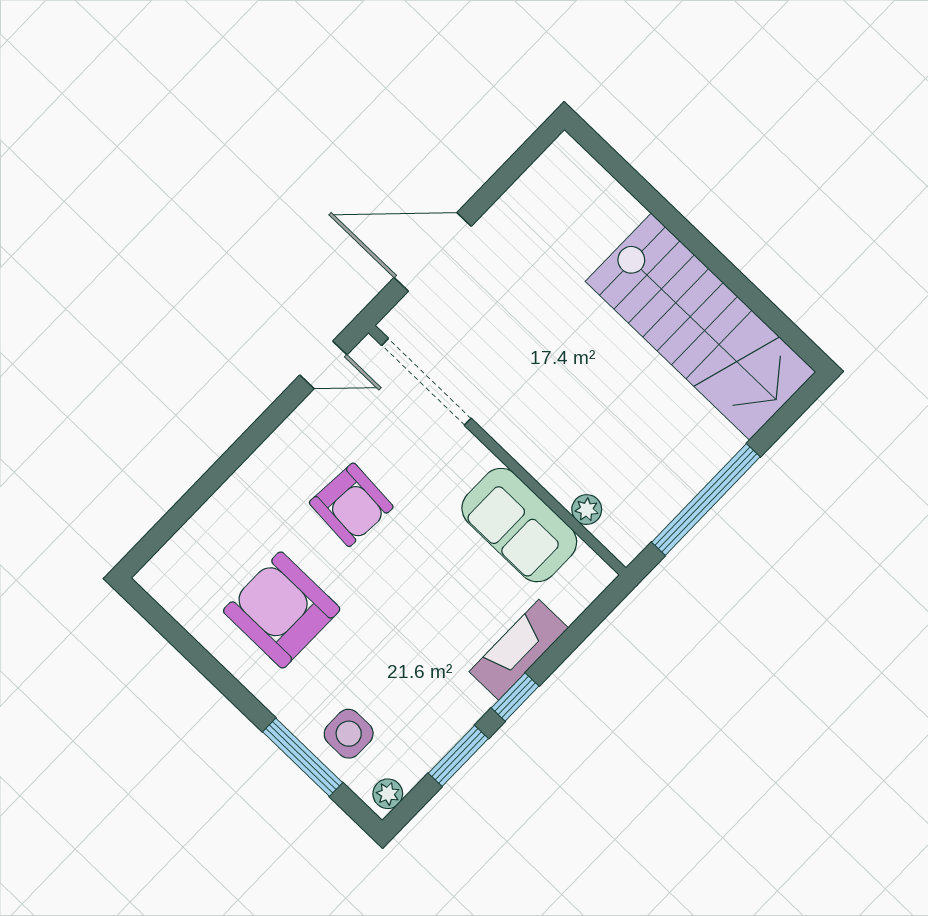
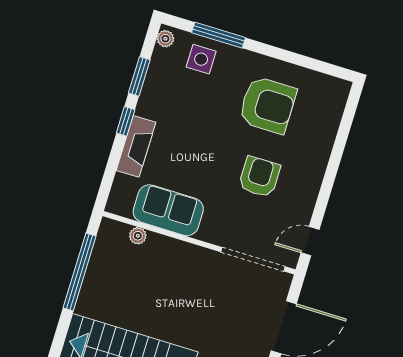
armchair: (351, 505) -> (259, 177), turned 86

